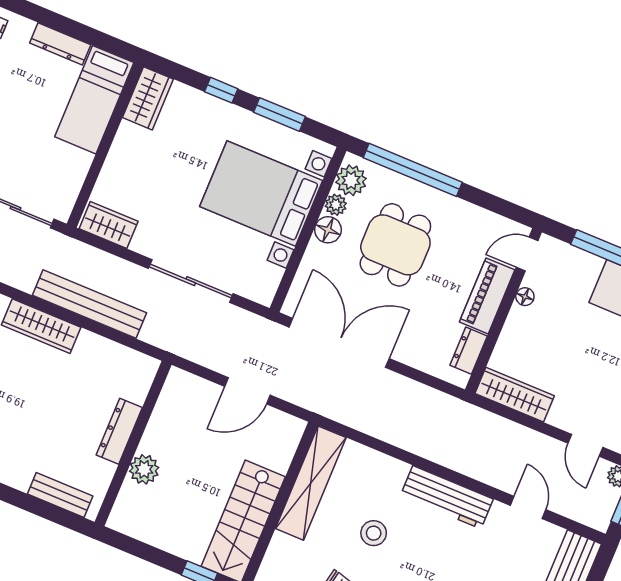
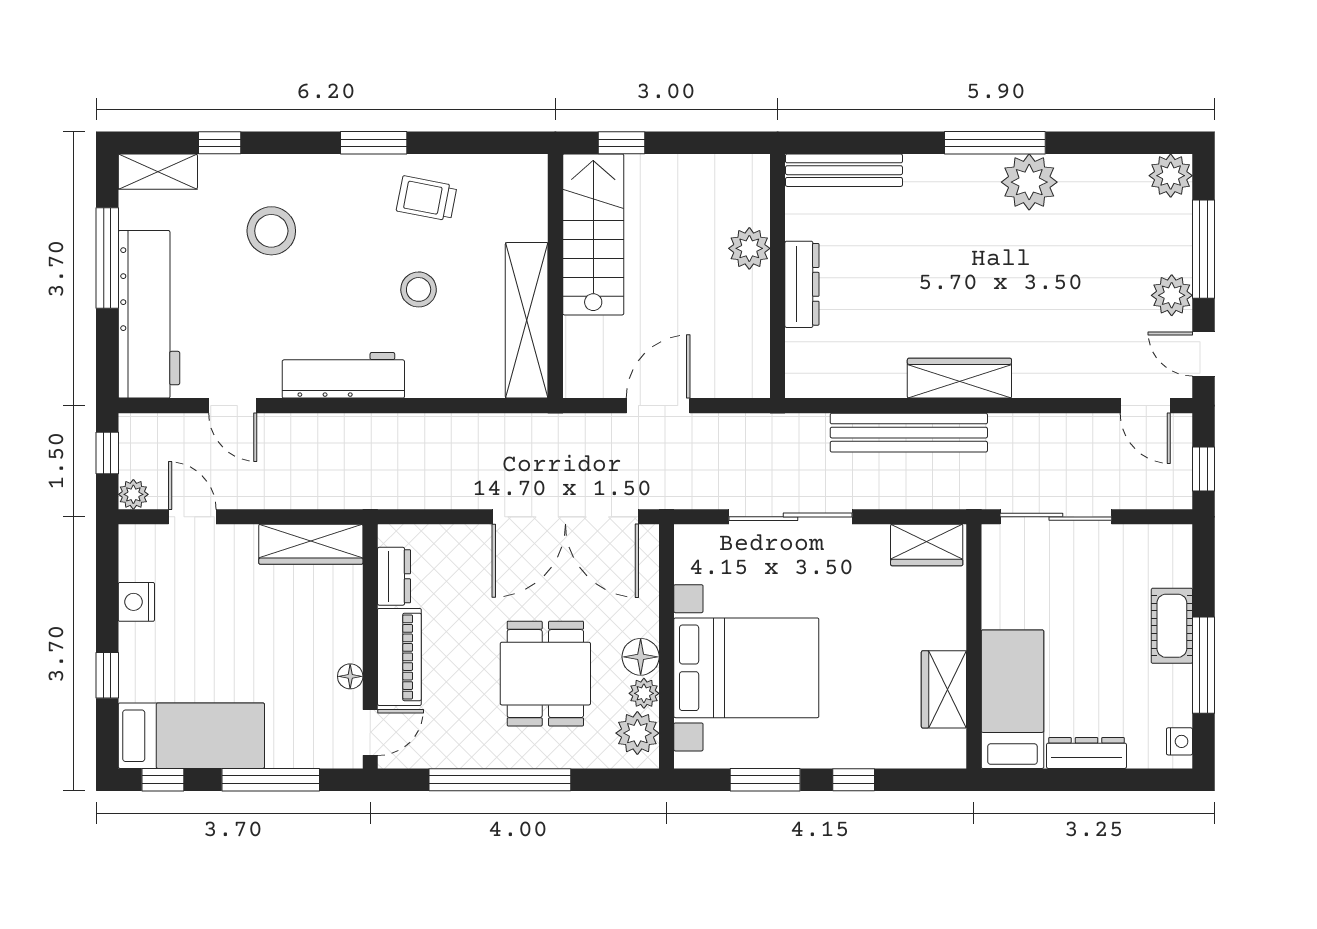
wardrobe: (148, 98) -> (944, 689), moved
window: (413, 170) -> (500, 780), moved
bench: (60, 495) -> (844, 170), width x1.36

